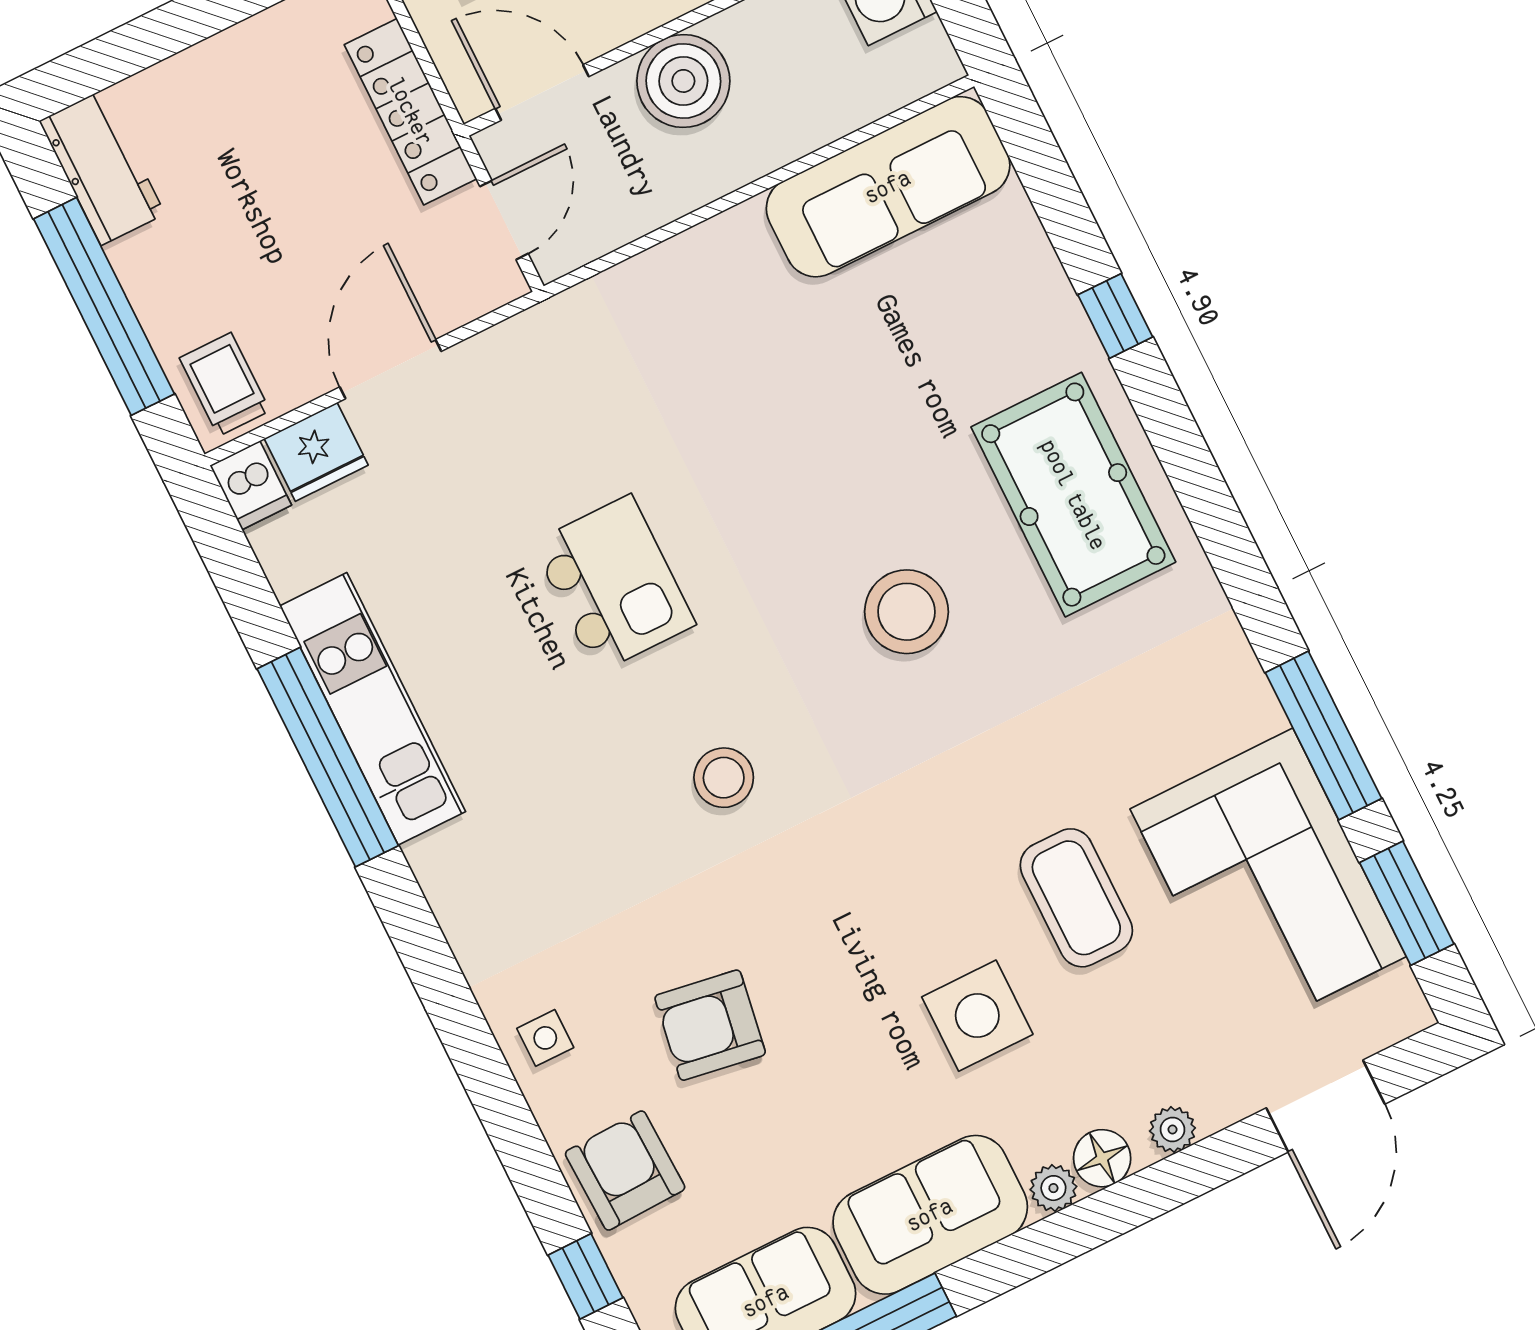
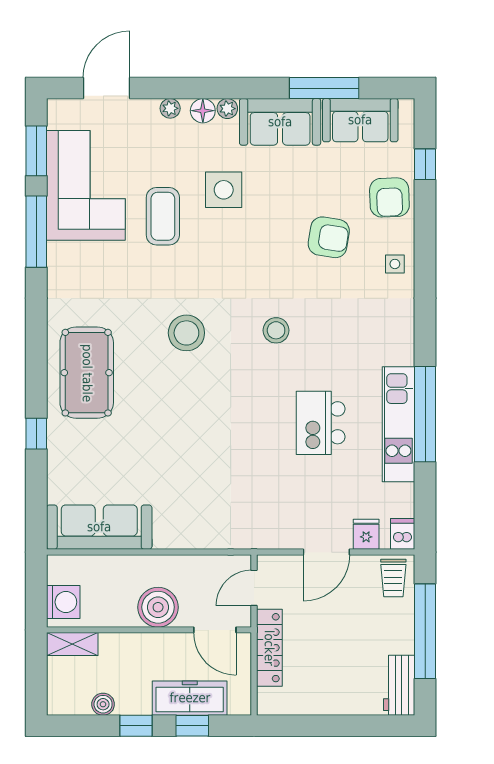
fridge: (316, 452) -> (366, 534), width x0.72
kitchen island: (614, 584) -> (321, 423), moved
stool: (906, 612) -> (186, 333), moved

